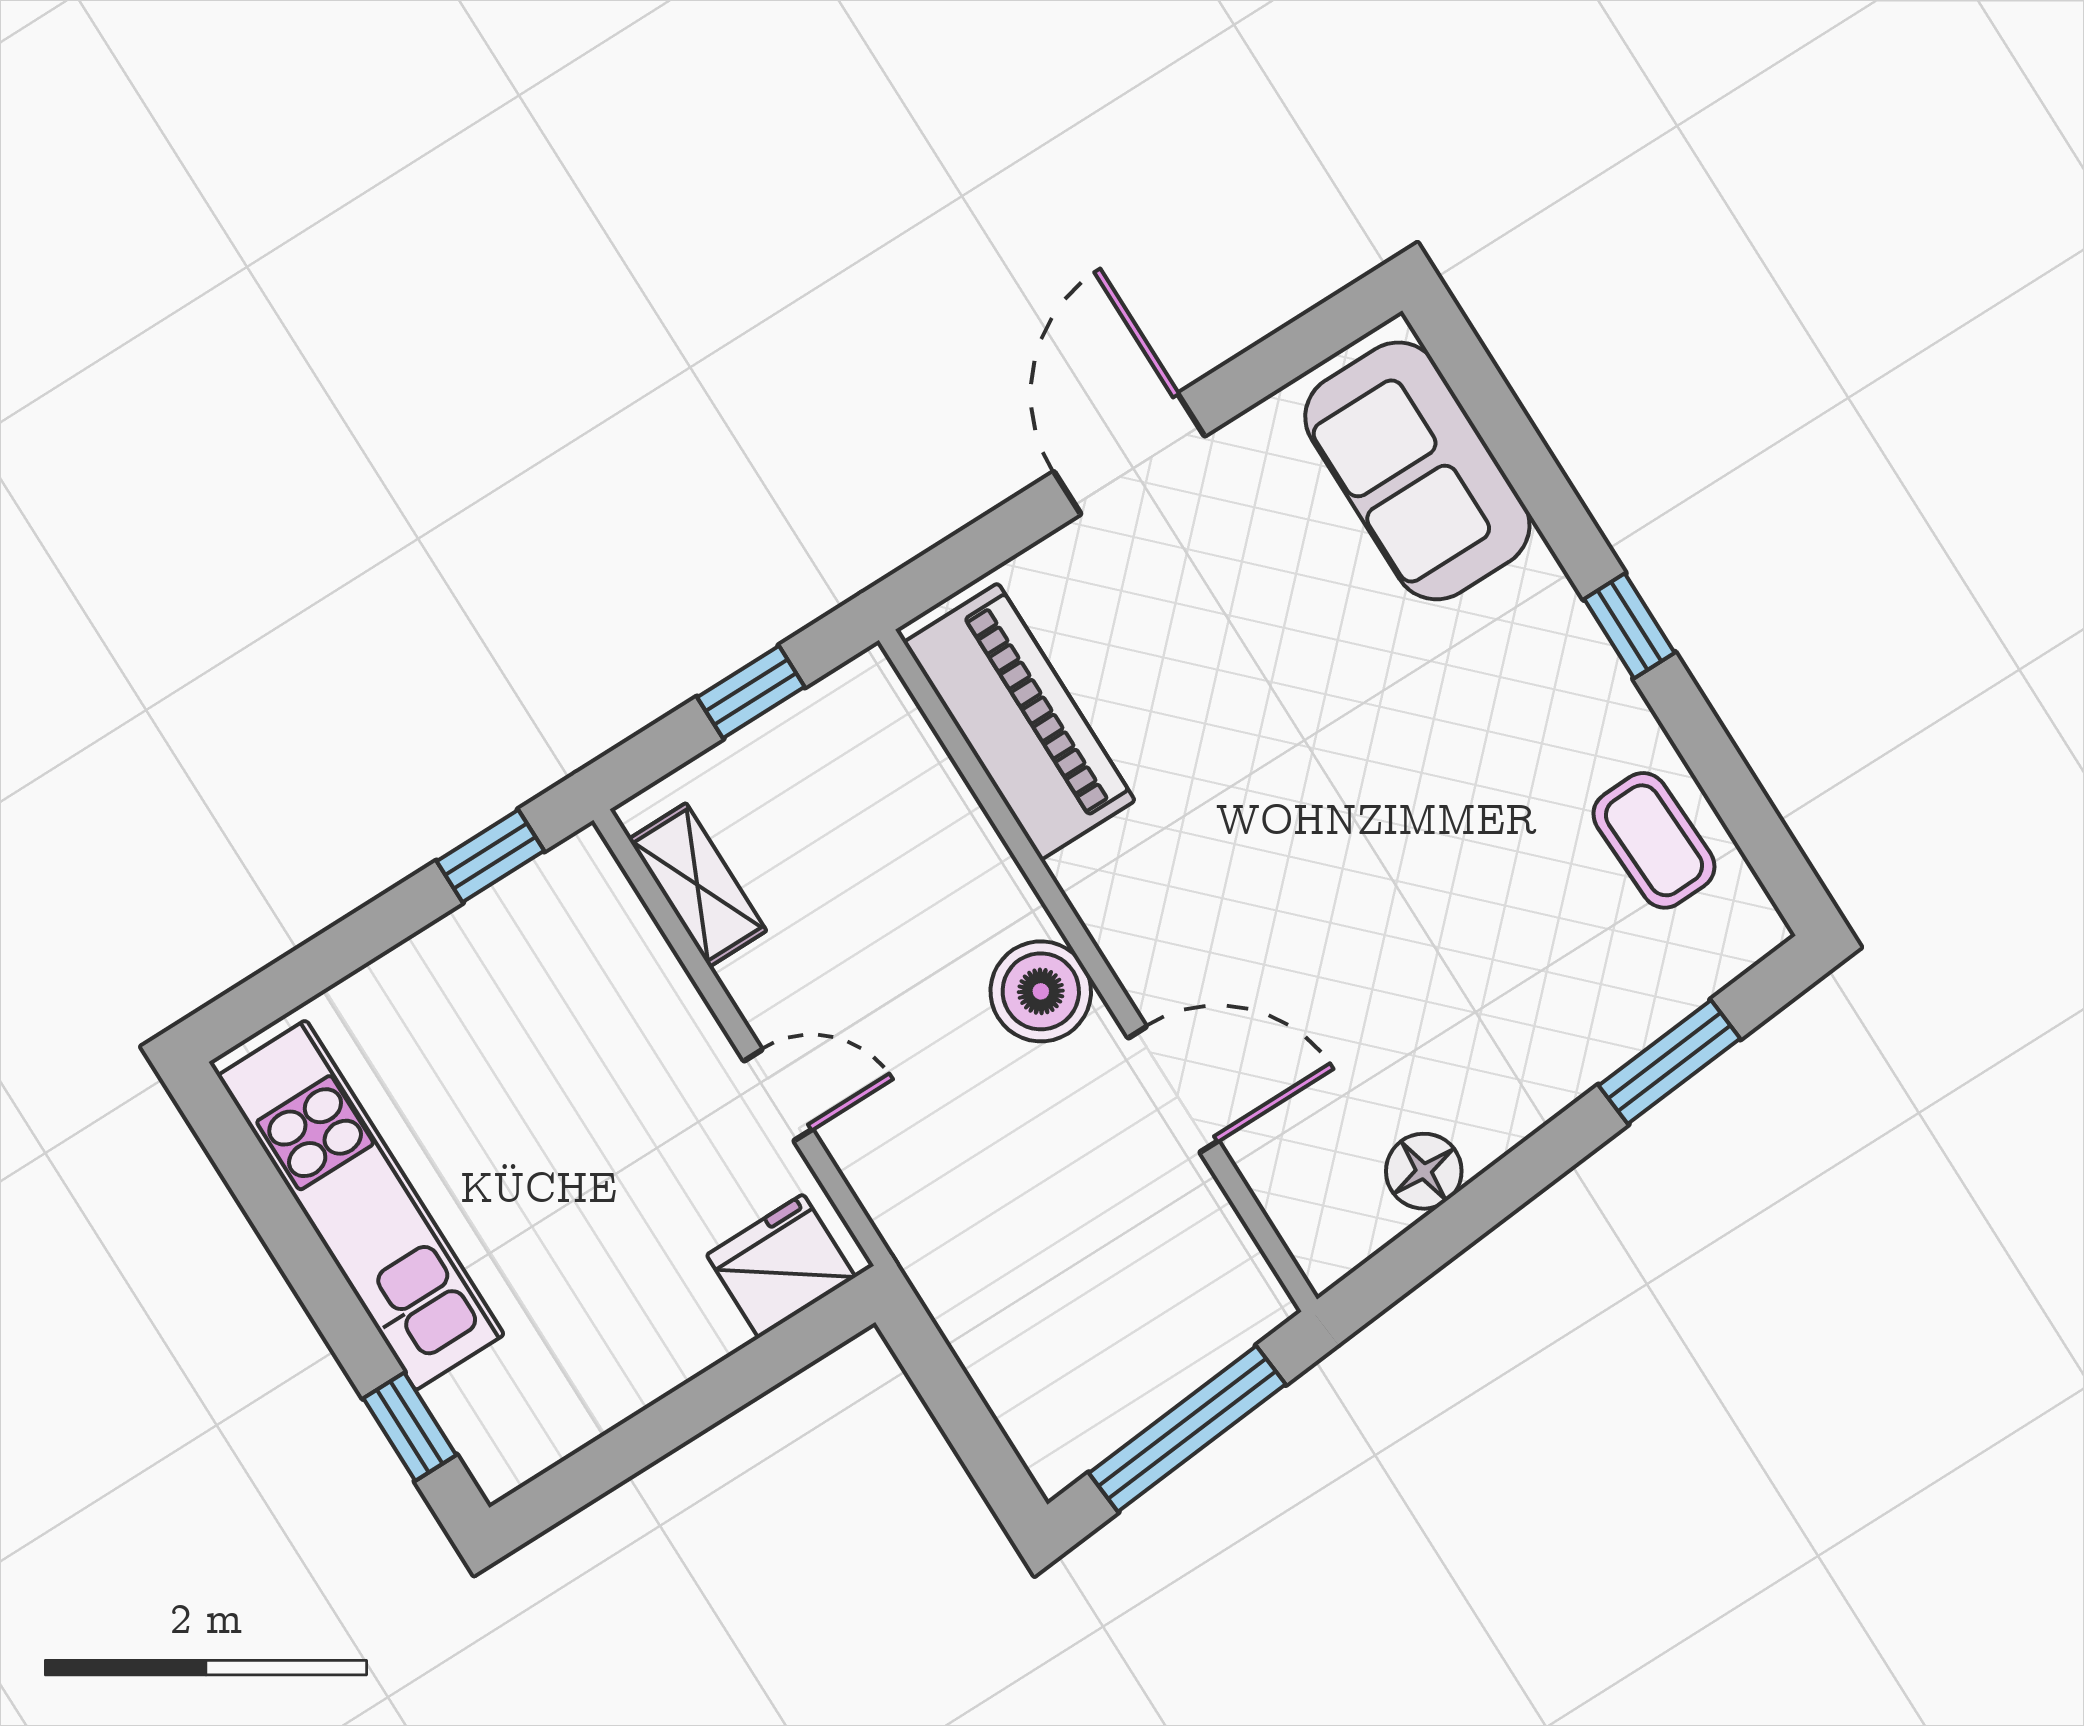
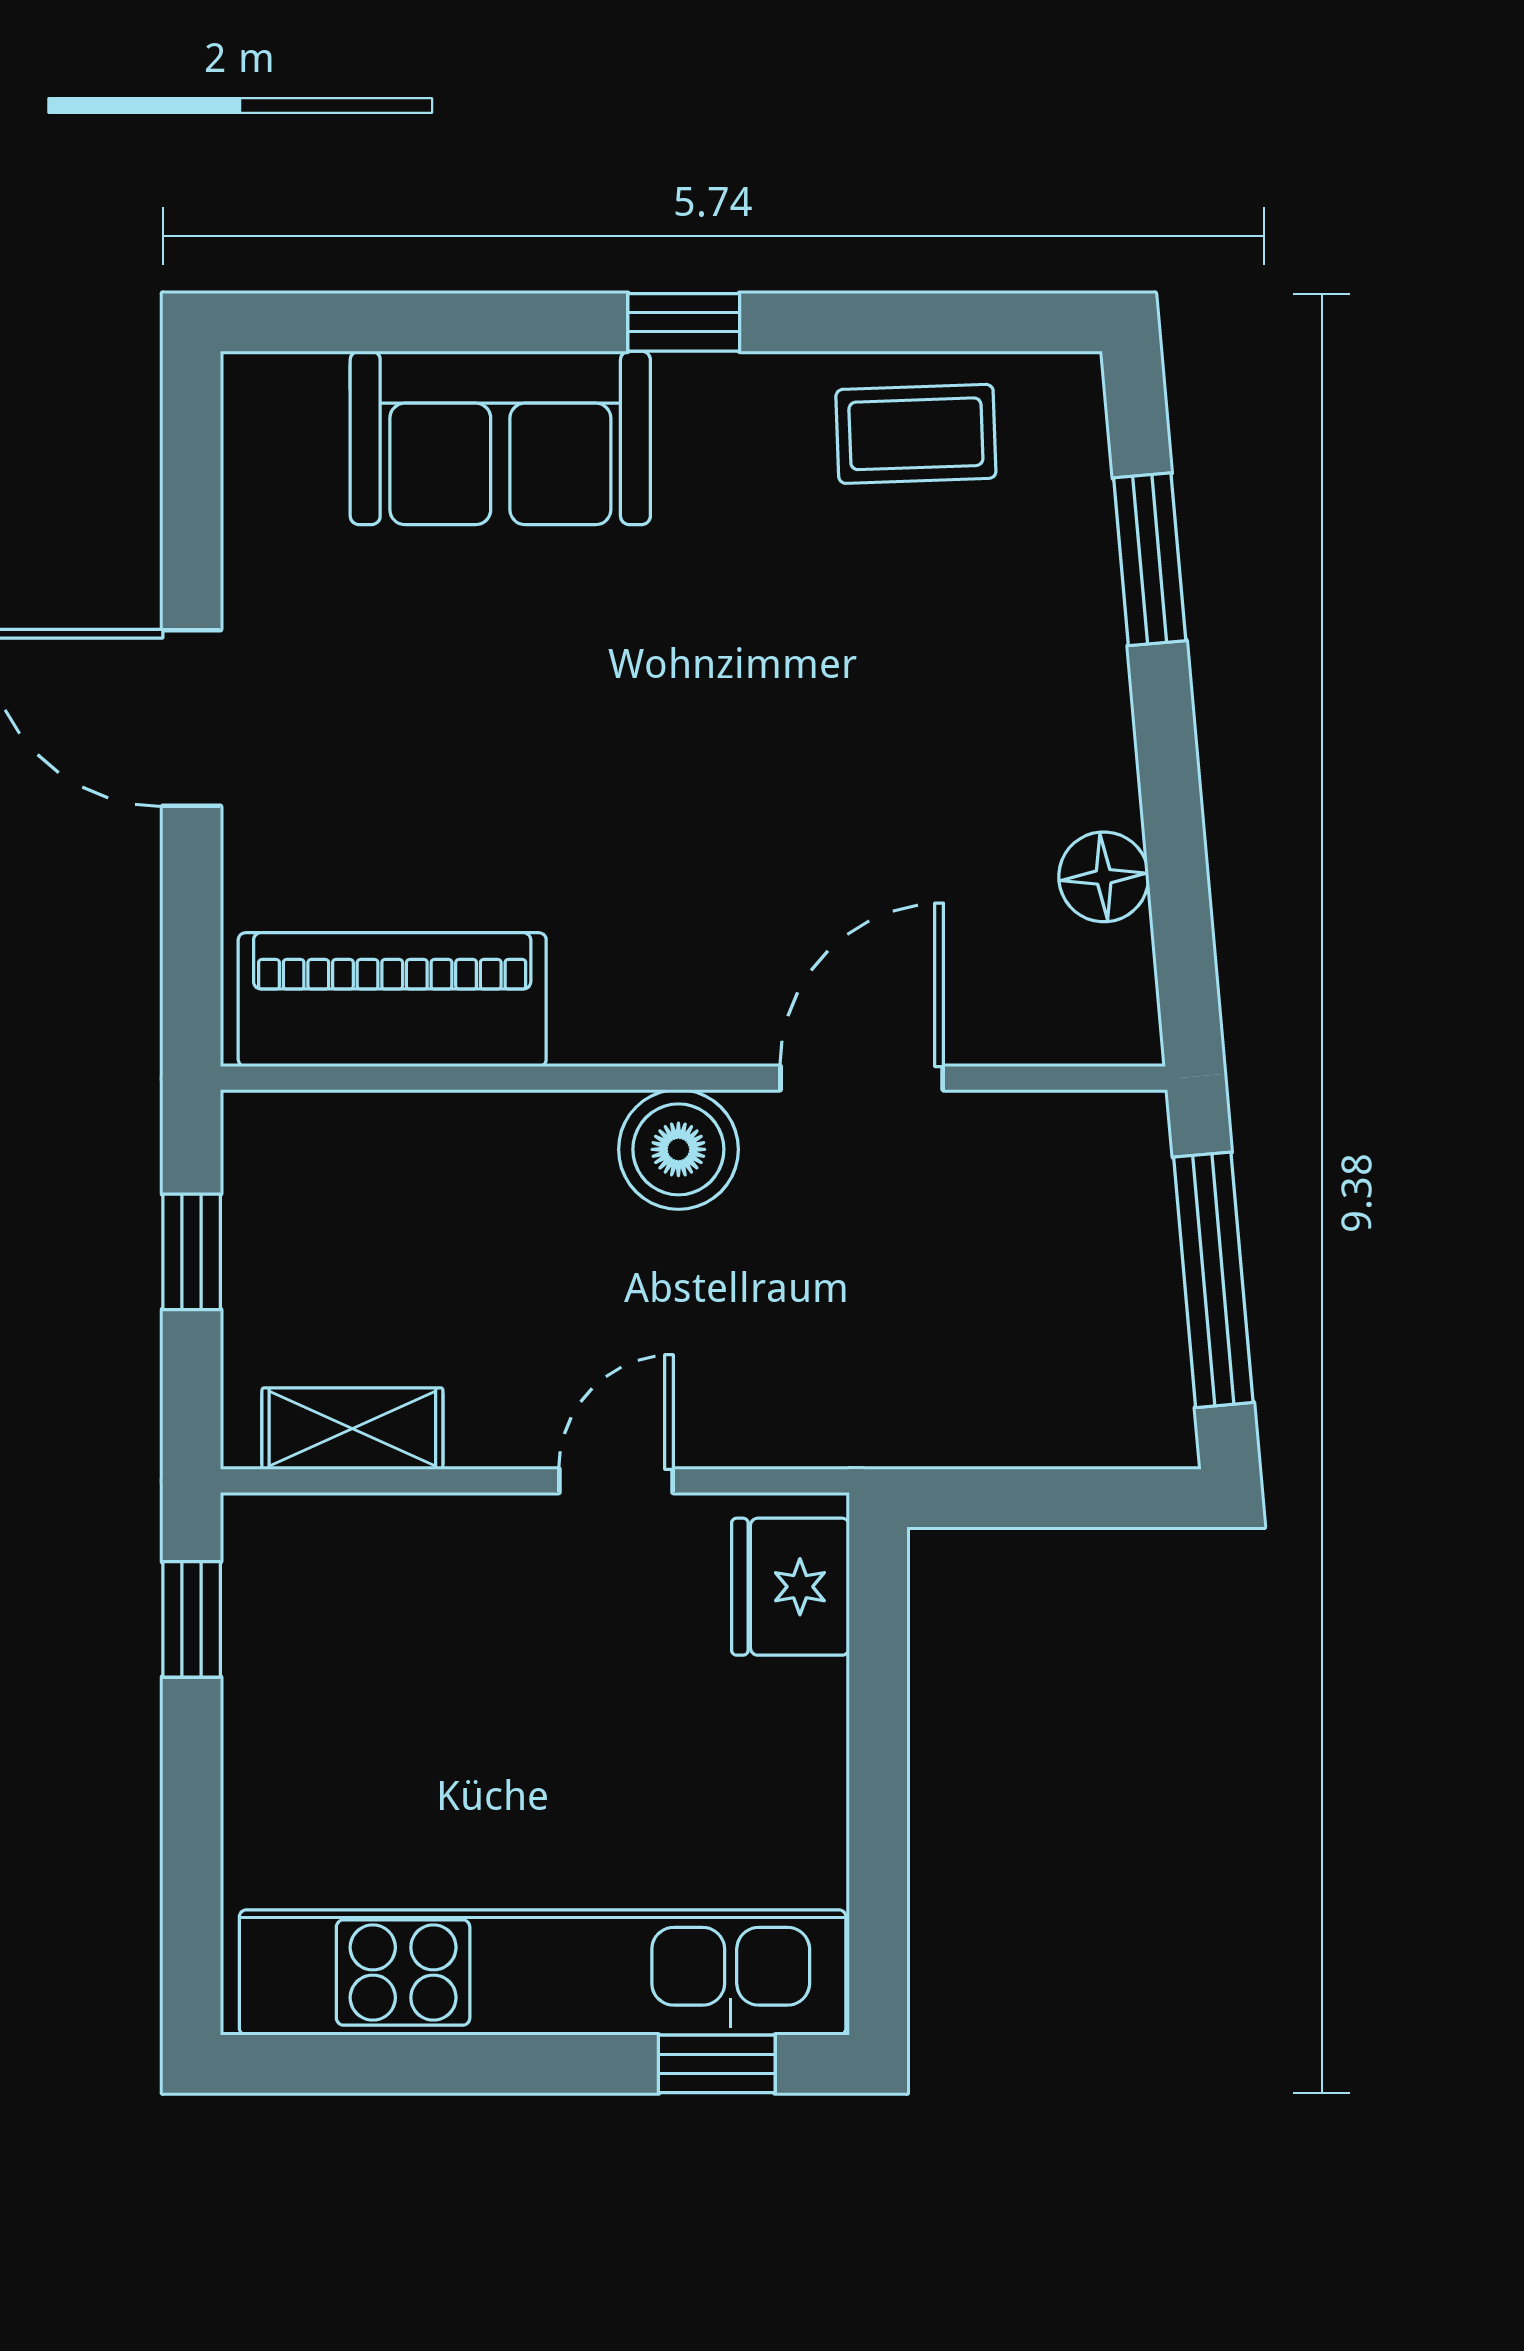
sofa: (1417, 471) -> (500, 438), moved
kitchen unit: (361, 1205) -> (543, 1973), width x1.36

